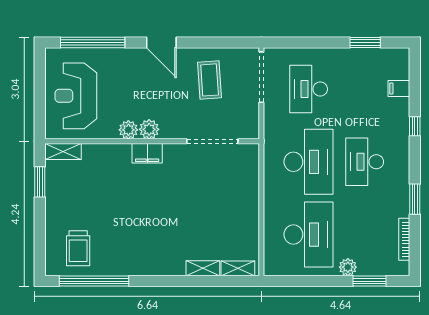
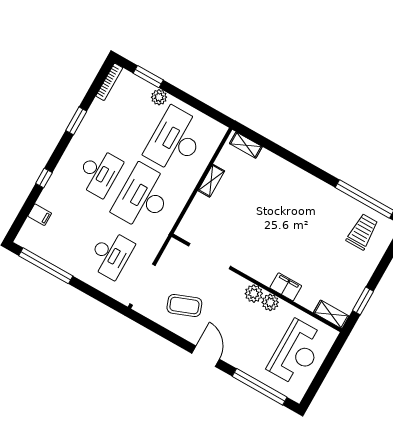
window: (365, 43) -> (46, 266), width x2.11
coffee table: (210, 80) -> (184, 305), turned 73
filing cabinet: (147, 153) -> (286, 287), moved
bookcase: (404, 239) -> (109, 82), moved
shelving: (203, 268) -> (211, 181), moved, turned 90

